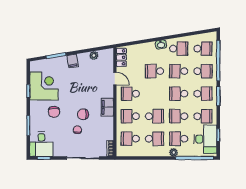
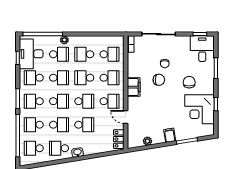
school desk: (154, 94) -> (84, 101), added

